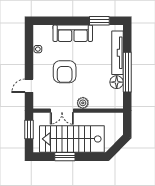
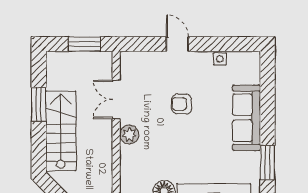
armchair: (65, 72) -> (182, 104), width x0.53, depth x0.53
door: (29, 86) -> (177, 44), moved
stairs: (72, 139) -> (61, 131), width x0.73, depth x0.66

